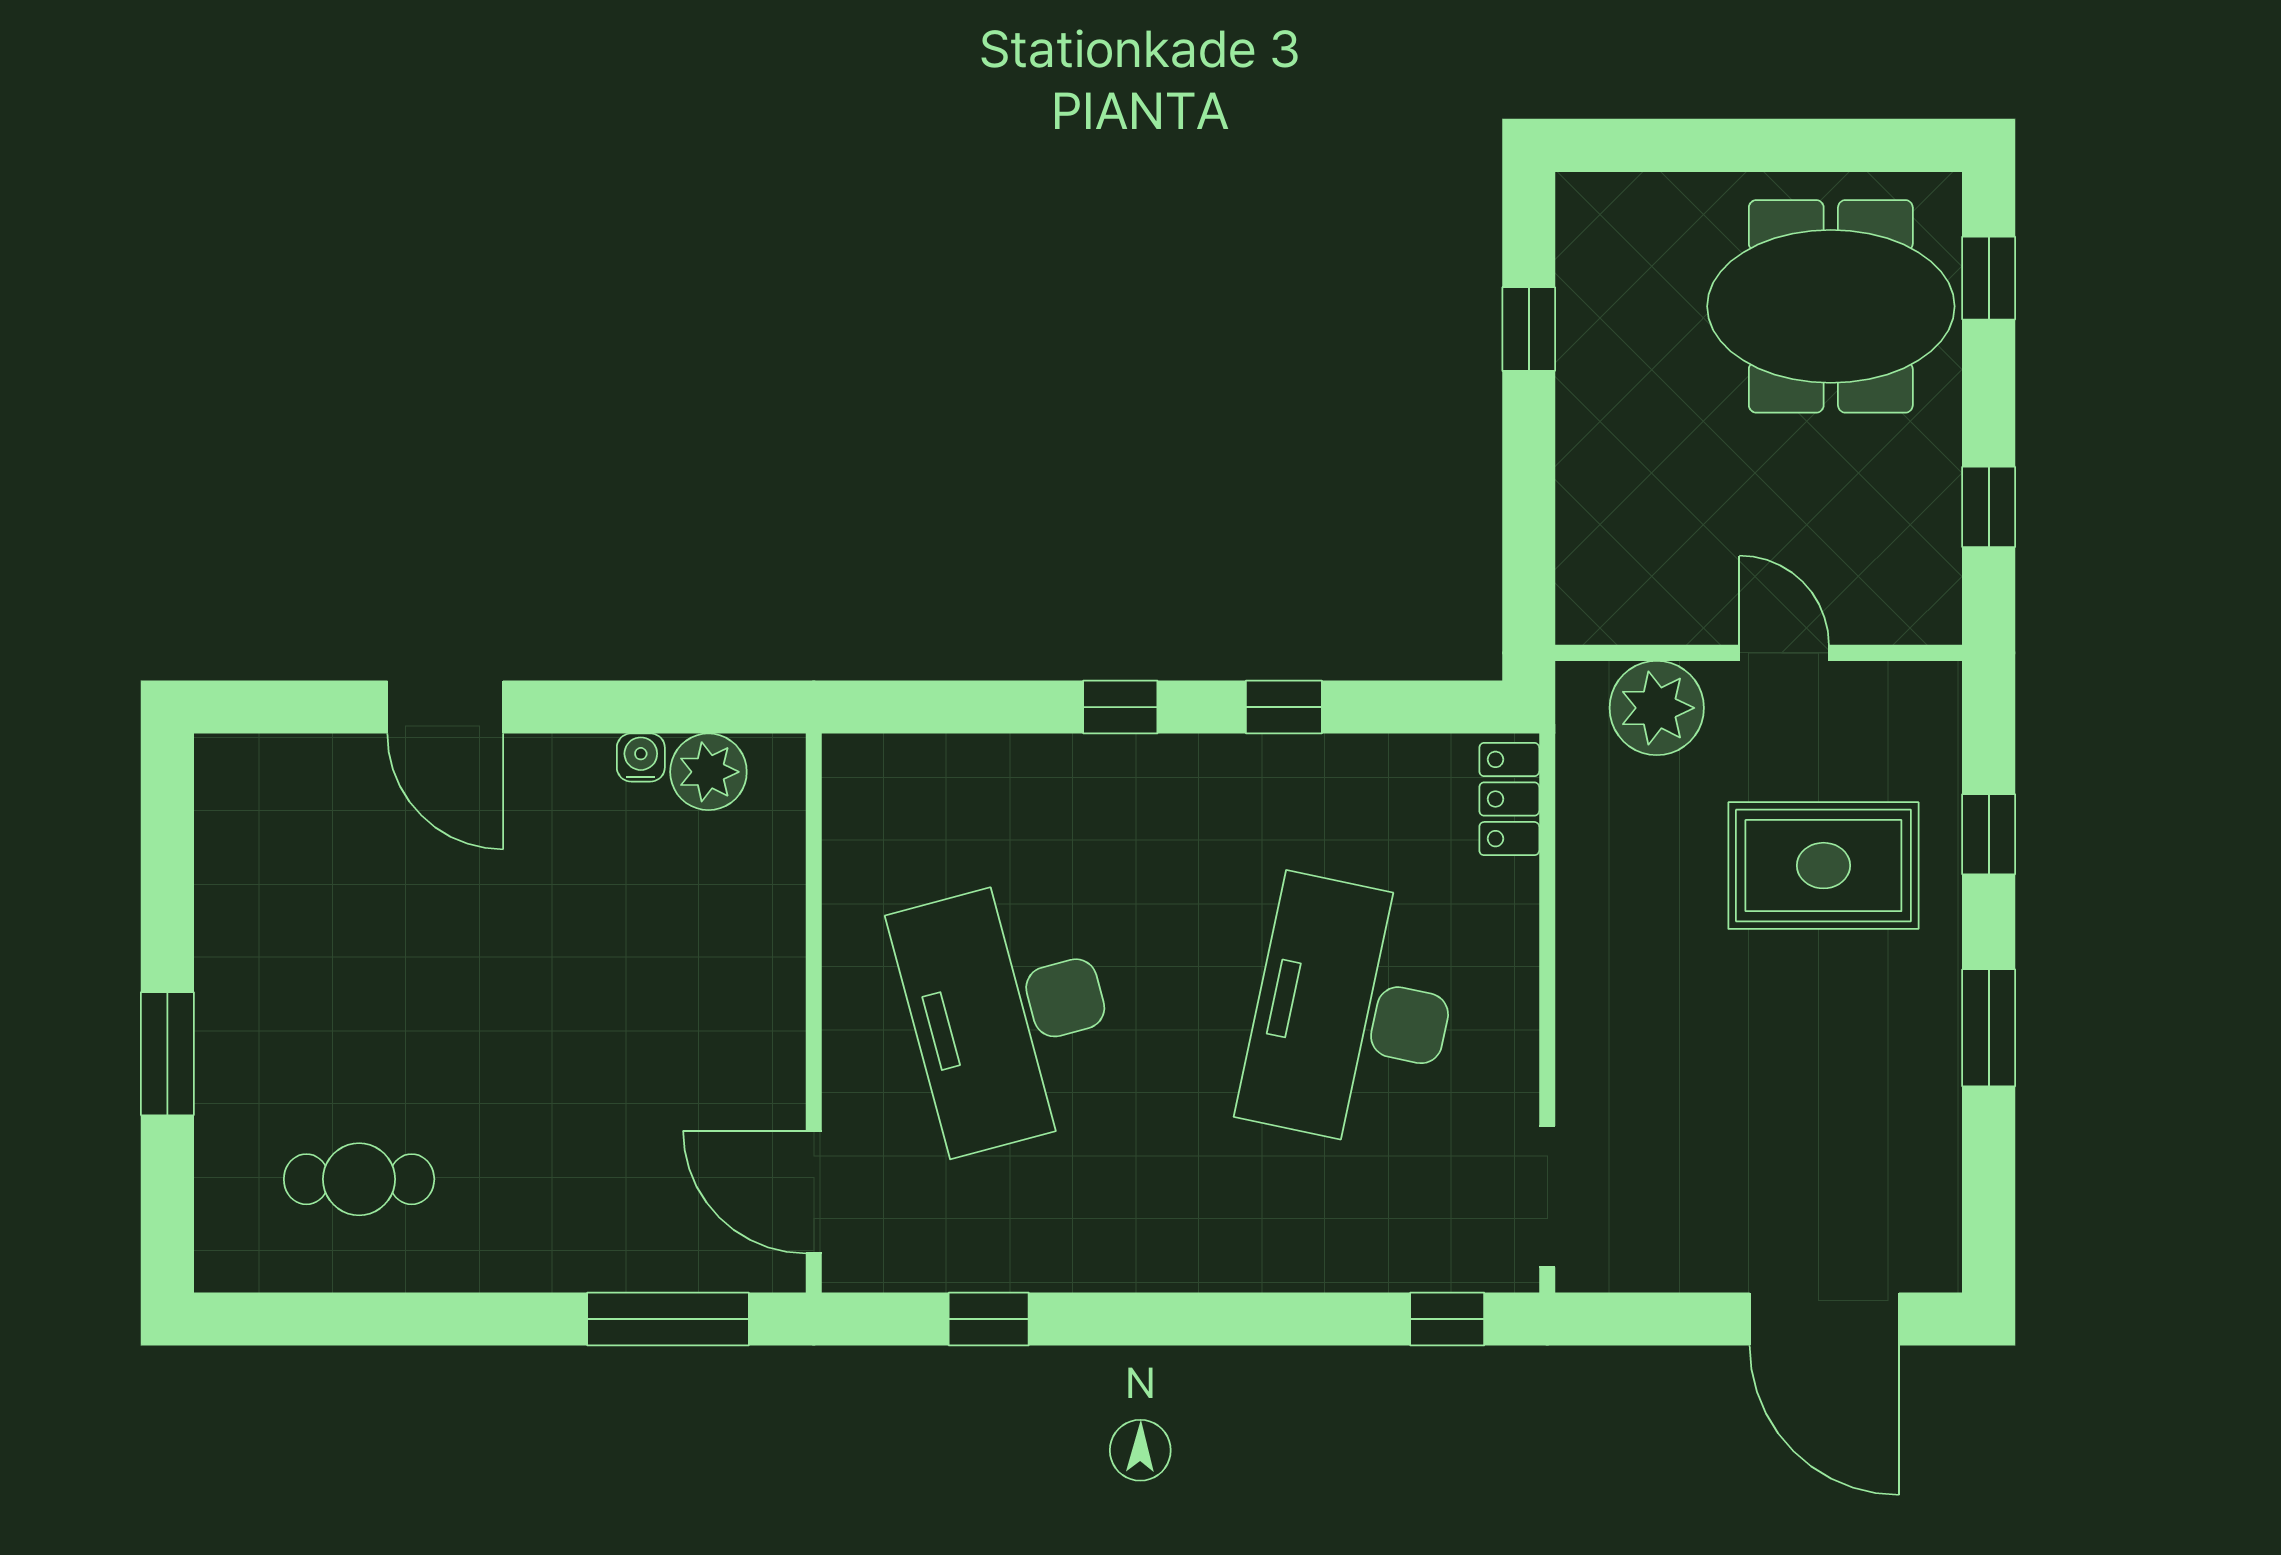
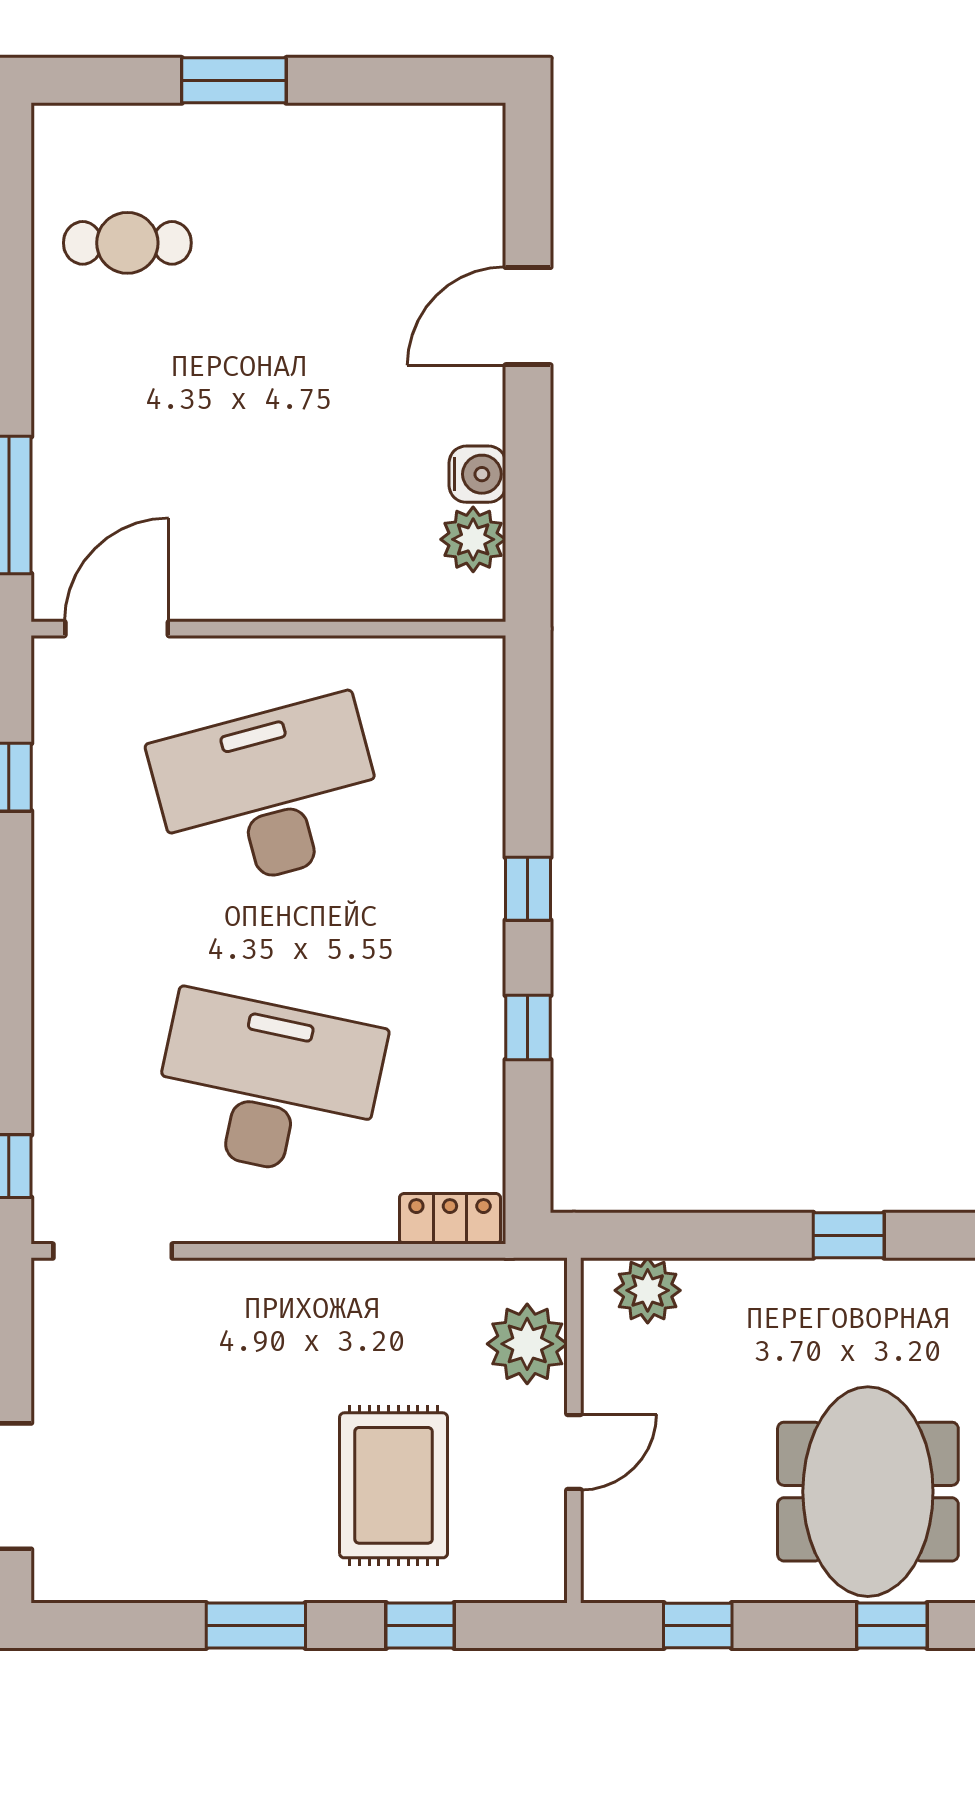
plant: (1594, 566) -> (648, 1290), added
water cooler: (641, 758) -> (477, 474), width x1.38, depth x1.38
cafe table: (359, 1179) -> (127, 243), turned 90

